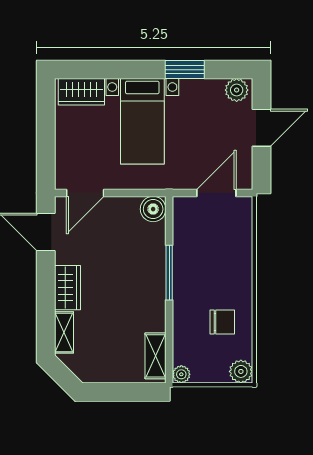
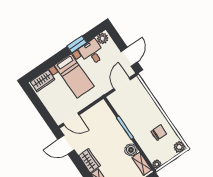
desk: (202, 102) -> (92, 52), added
door: (261, 128) -> (129, 57), moved
door: (85, 193) -> (71, 119), hinge flipped
boiler: (153, 209) -> (131, 150), moved

